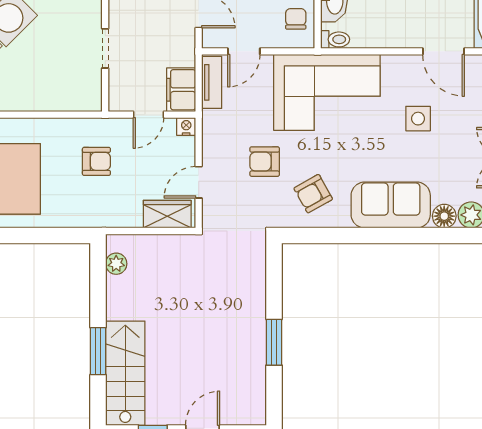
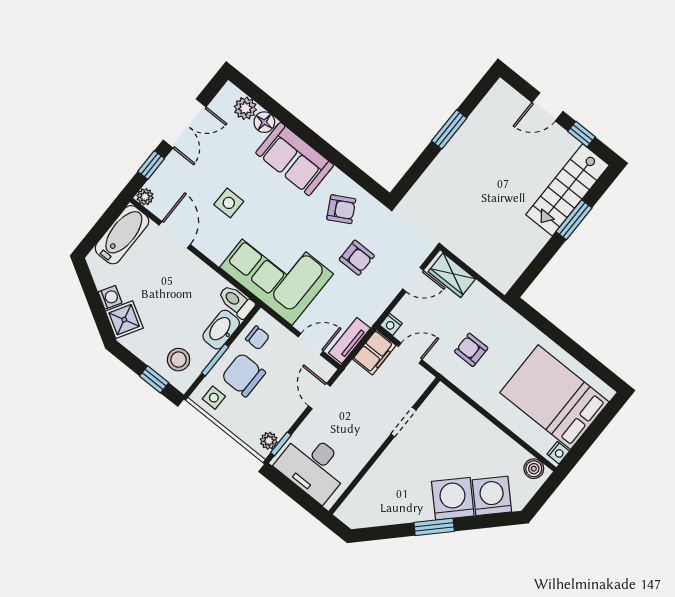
chair: (296, 19) -> (257, 338), turned -90
toilet: (335, 39) -> (236, 301), width x1.37, depth x1.39
plant: (116, 264) -> (514, 269), removed

